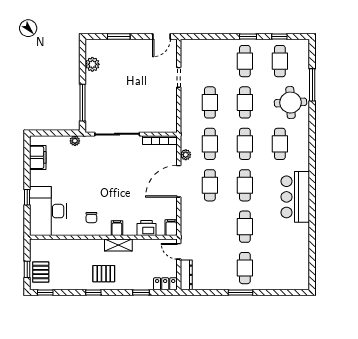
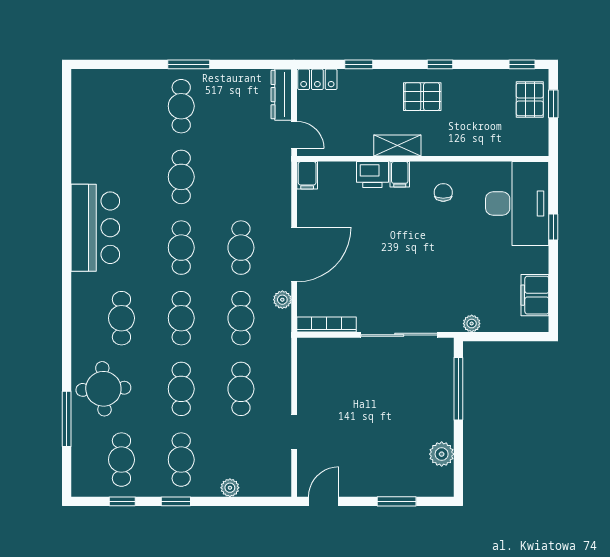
plant: (216, 45) -> (230, 488), added
printer: (146, 228) -> (372, 175), moved

